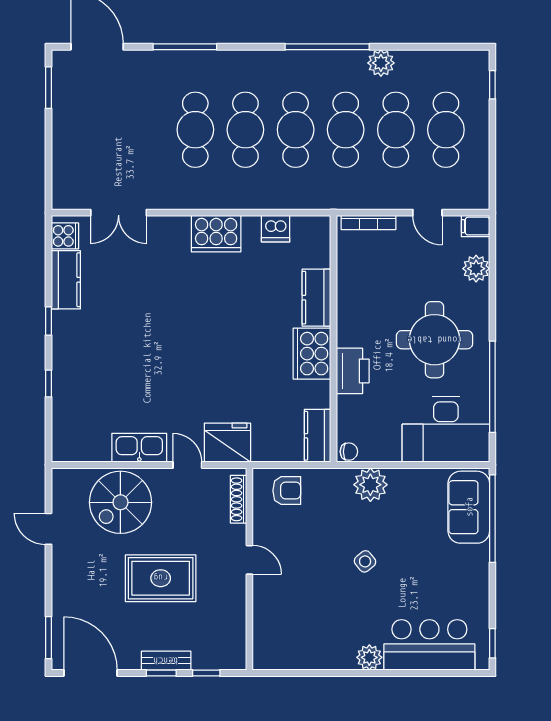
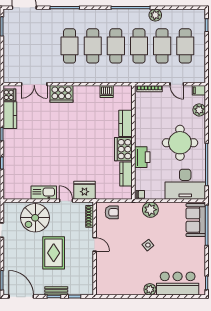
cooker: (216, 234) -> (61, 94), moved
kitchen counter: (318, 436) -> (126, 174), moved
rug: (161, 578) -> (54, 253), turned 90

